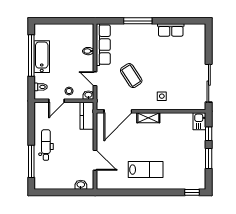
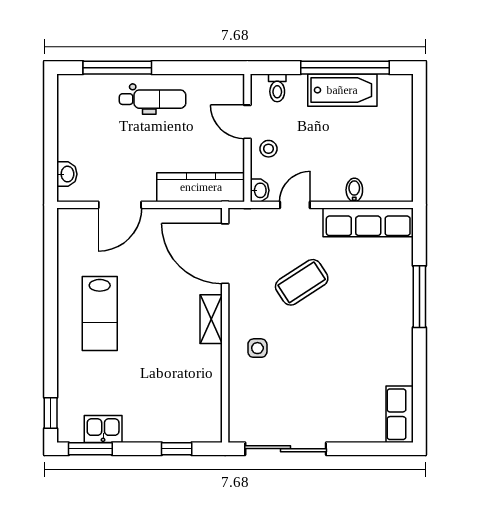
row of seats: (171, 30) -> (400, 414), moved
kitchen counter: (87, 116) -> (201, 187), width x1.50
kitchen sink: (199, 121) -> (103, 429), moved
window: (209, 158) -> (90, 449), moved

